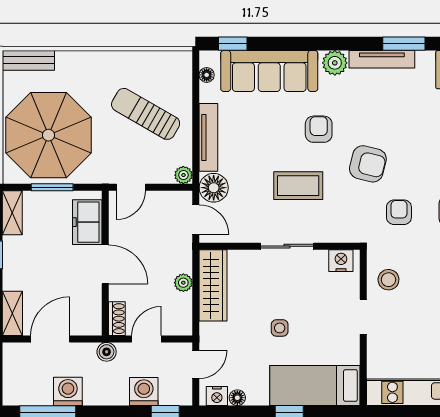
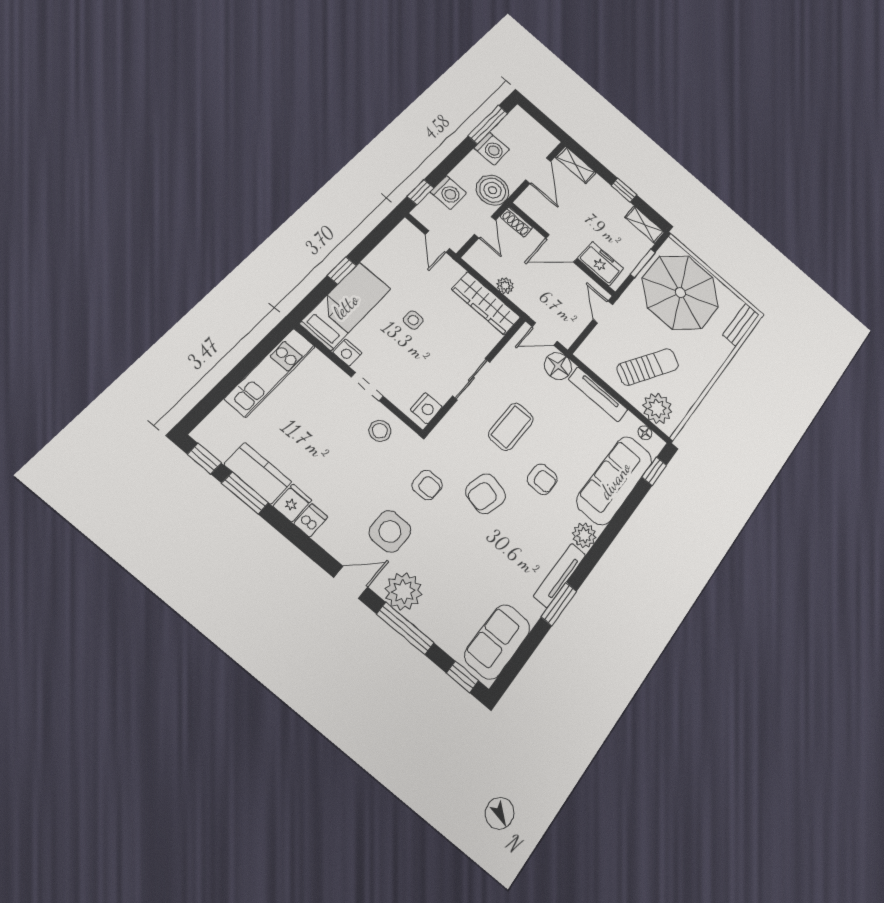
plant: (183, 175) -> (657, 408), moved, width x1.88, depth x1.88
boiler: (107, 352) -> (493, 190), width x1.86, depth x1.86
nightstand: (217, 396) -> (347, 353), moved, turned -90
floor lamp: (237, 398) -> (387, 246), removed

